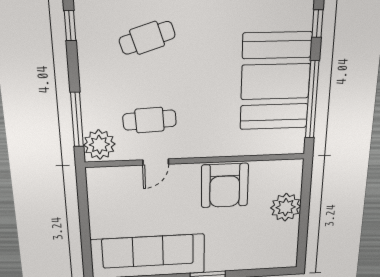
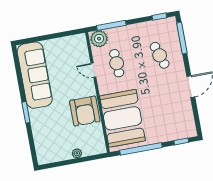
booth: (276, 82) -> (122, 118), moved, turned 90
armchair: (225, 185) -> (85, 111), turned -90
plant: (286, 207) -> (77, 153), width x0.53, depth x0.53

